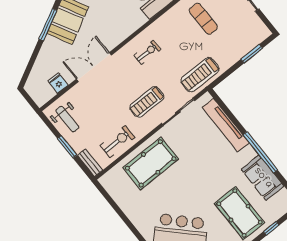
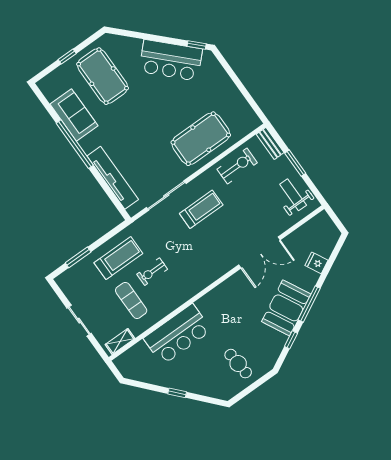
exercise bike: (147, 52) -> (152, 272), moved
treadmill: (200, 75) -> (118, 258), moved
fridge: (58, 83) -> (316, 263), moved, turned 152
exercise bike: (118, 141) -> (237, 166), turned 180

